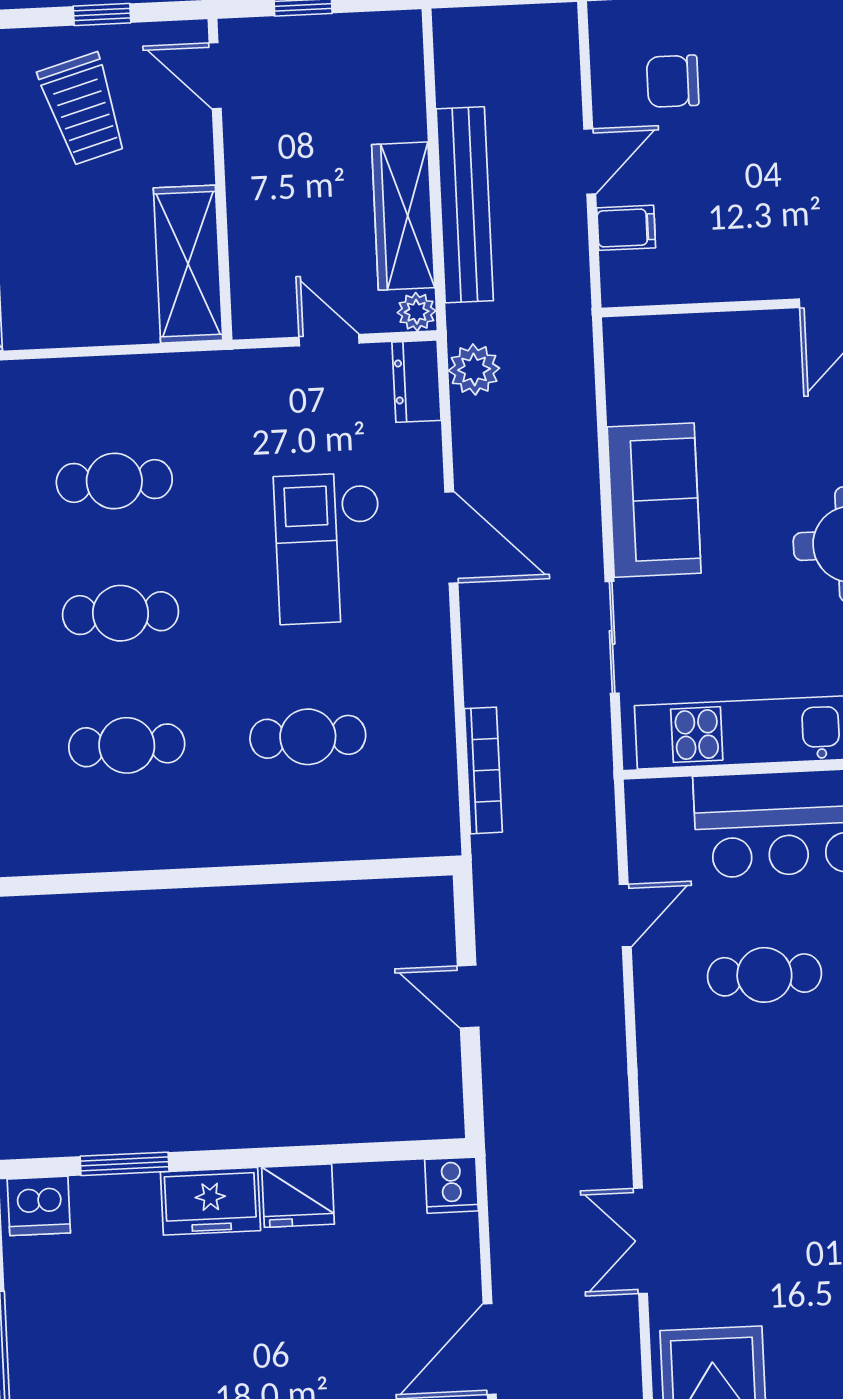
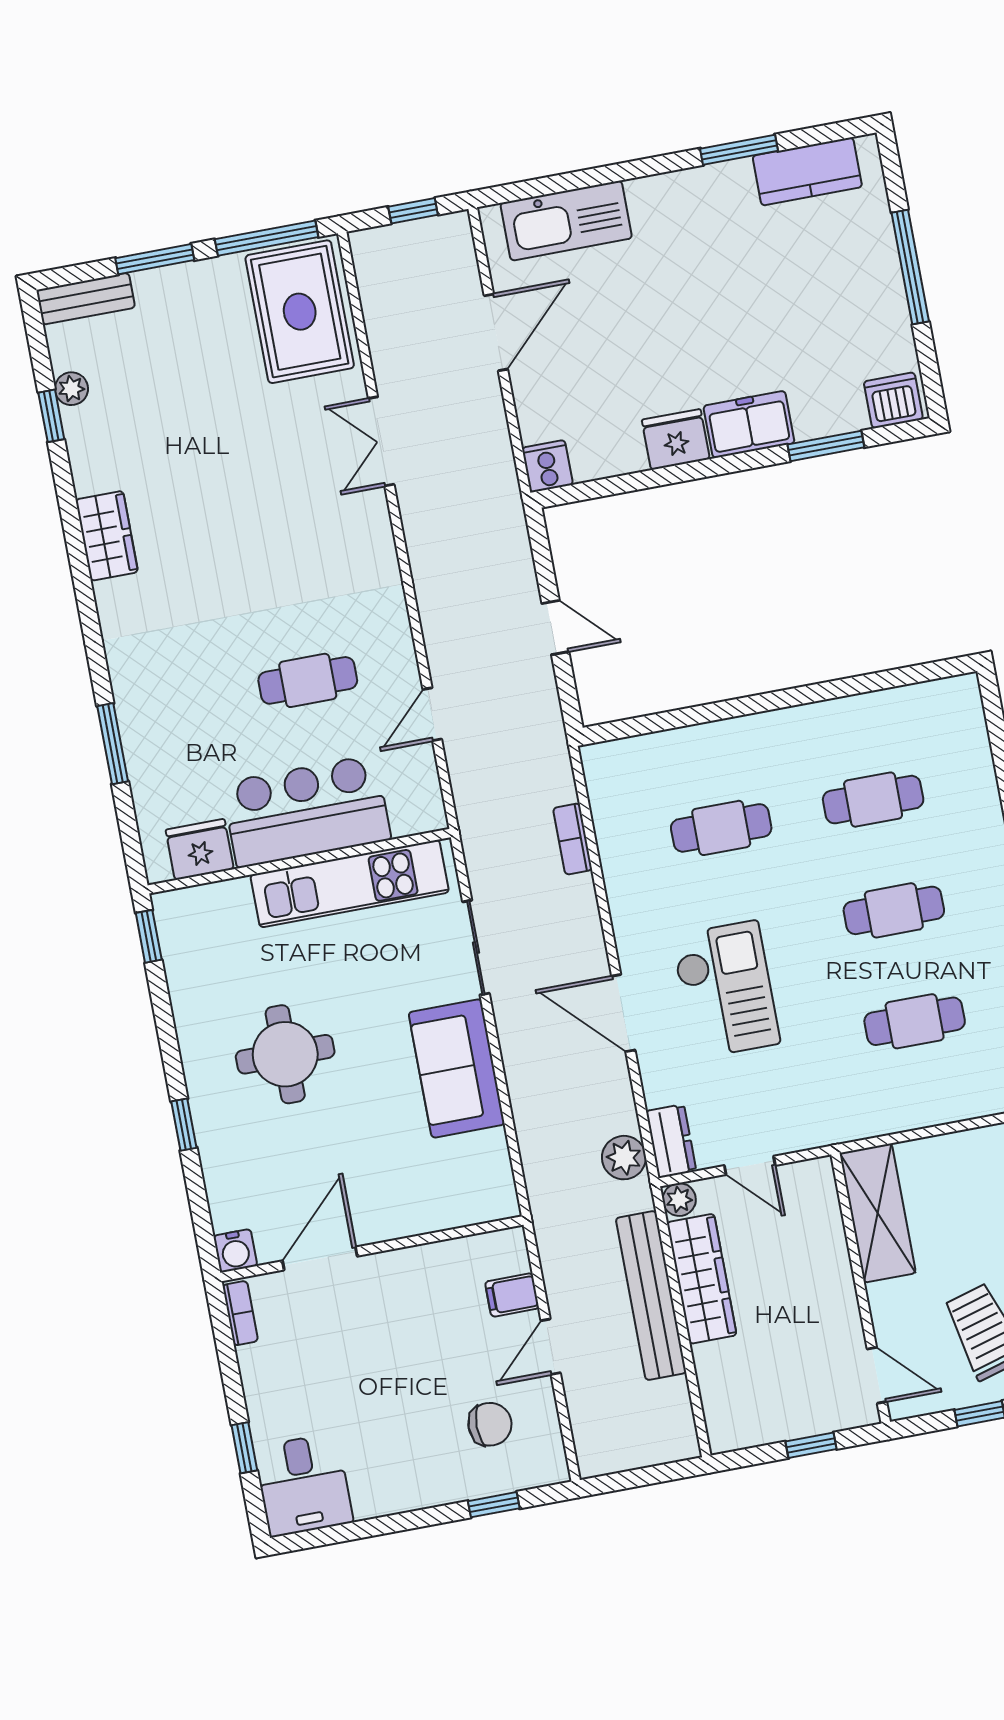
bookcase: (483, 770) -> (573, 839), width x0.64
double door: (641, 1241) -> (381, 441), swing flipped

